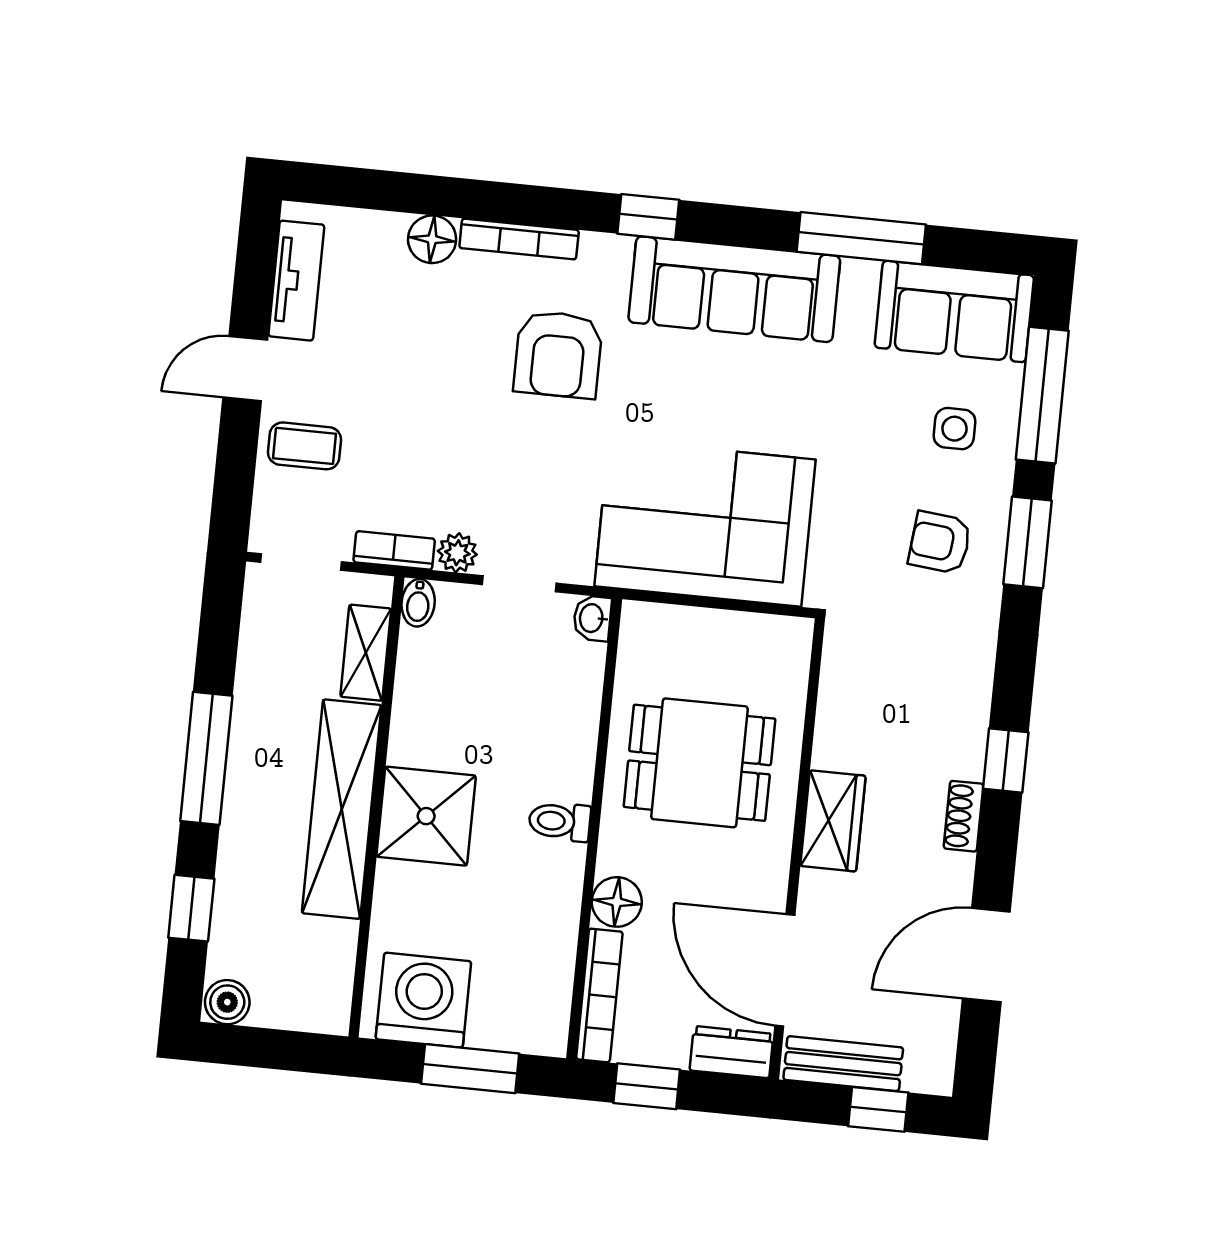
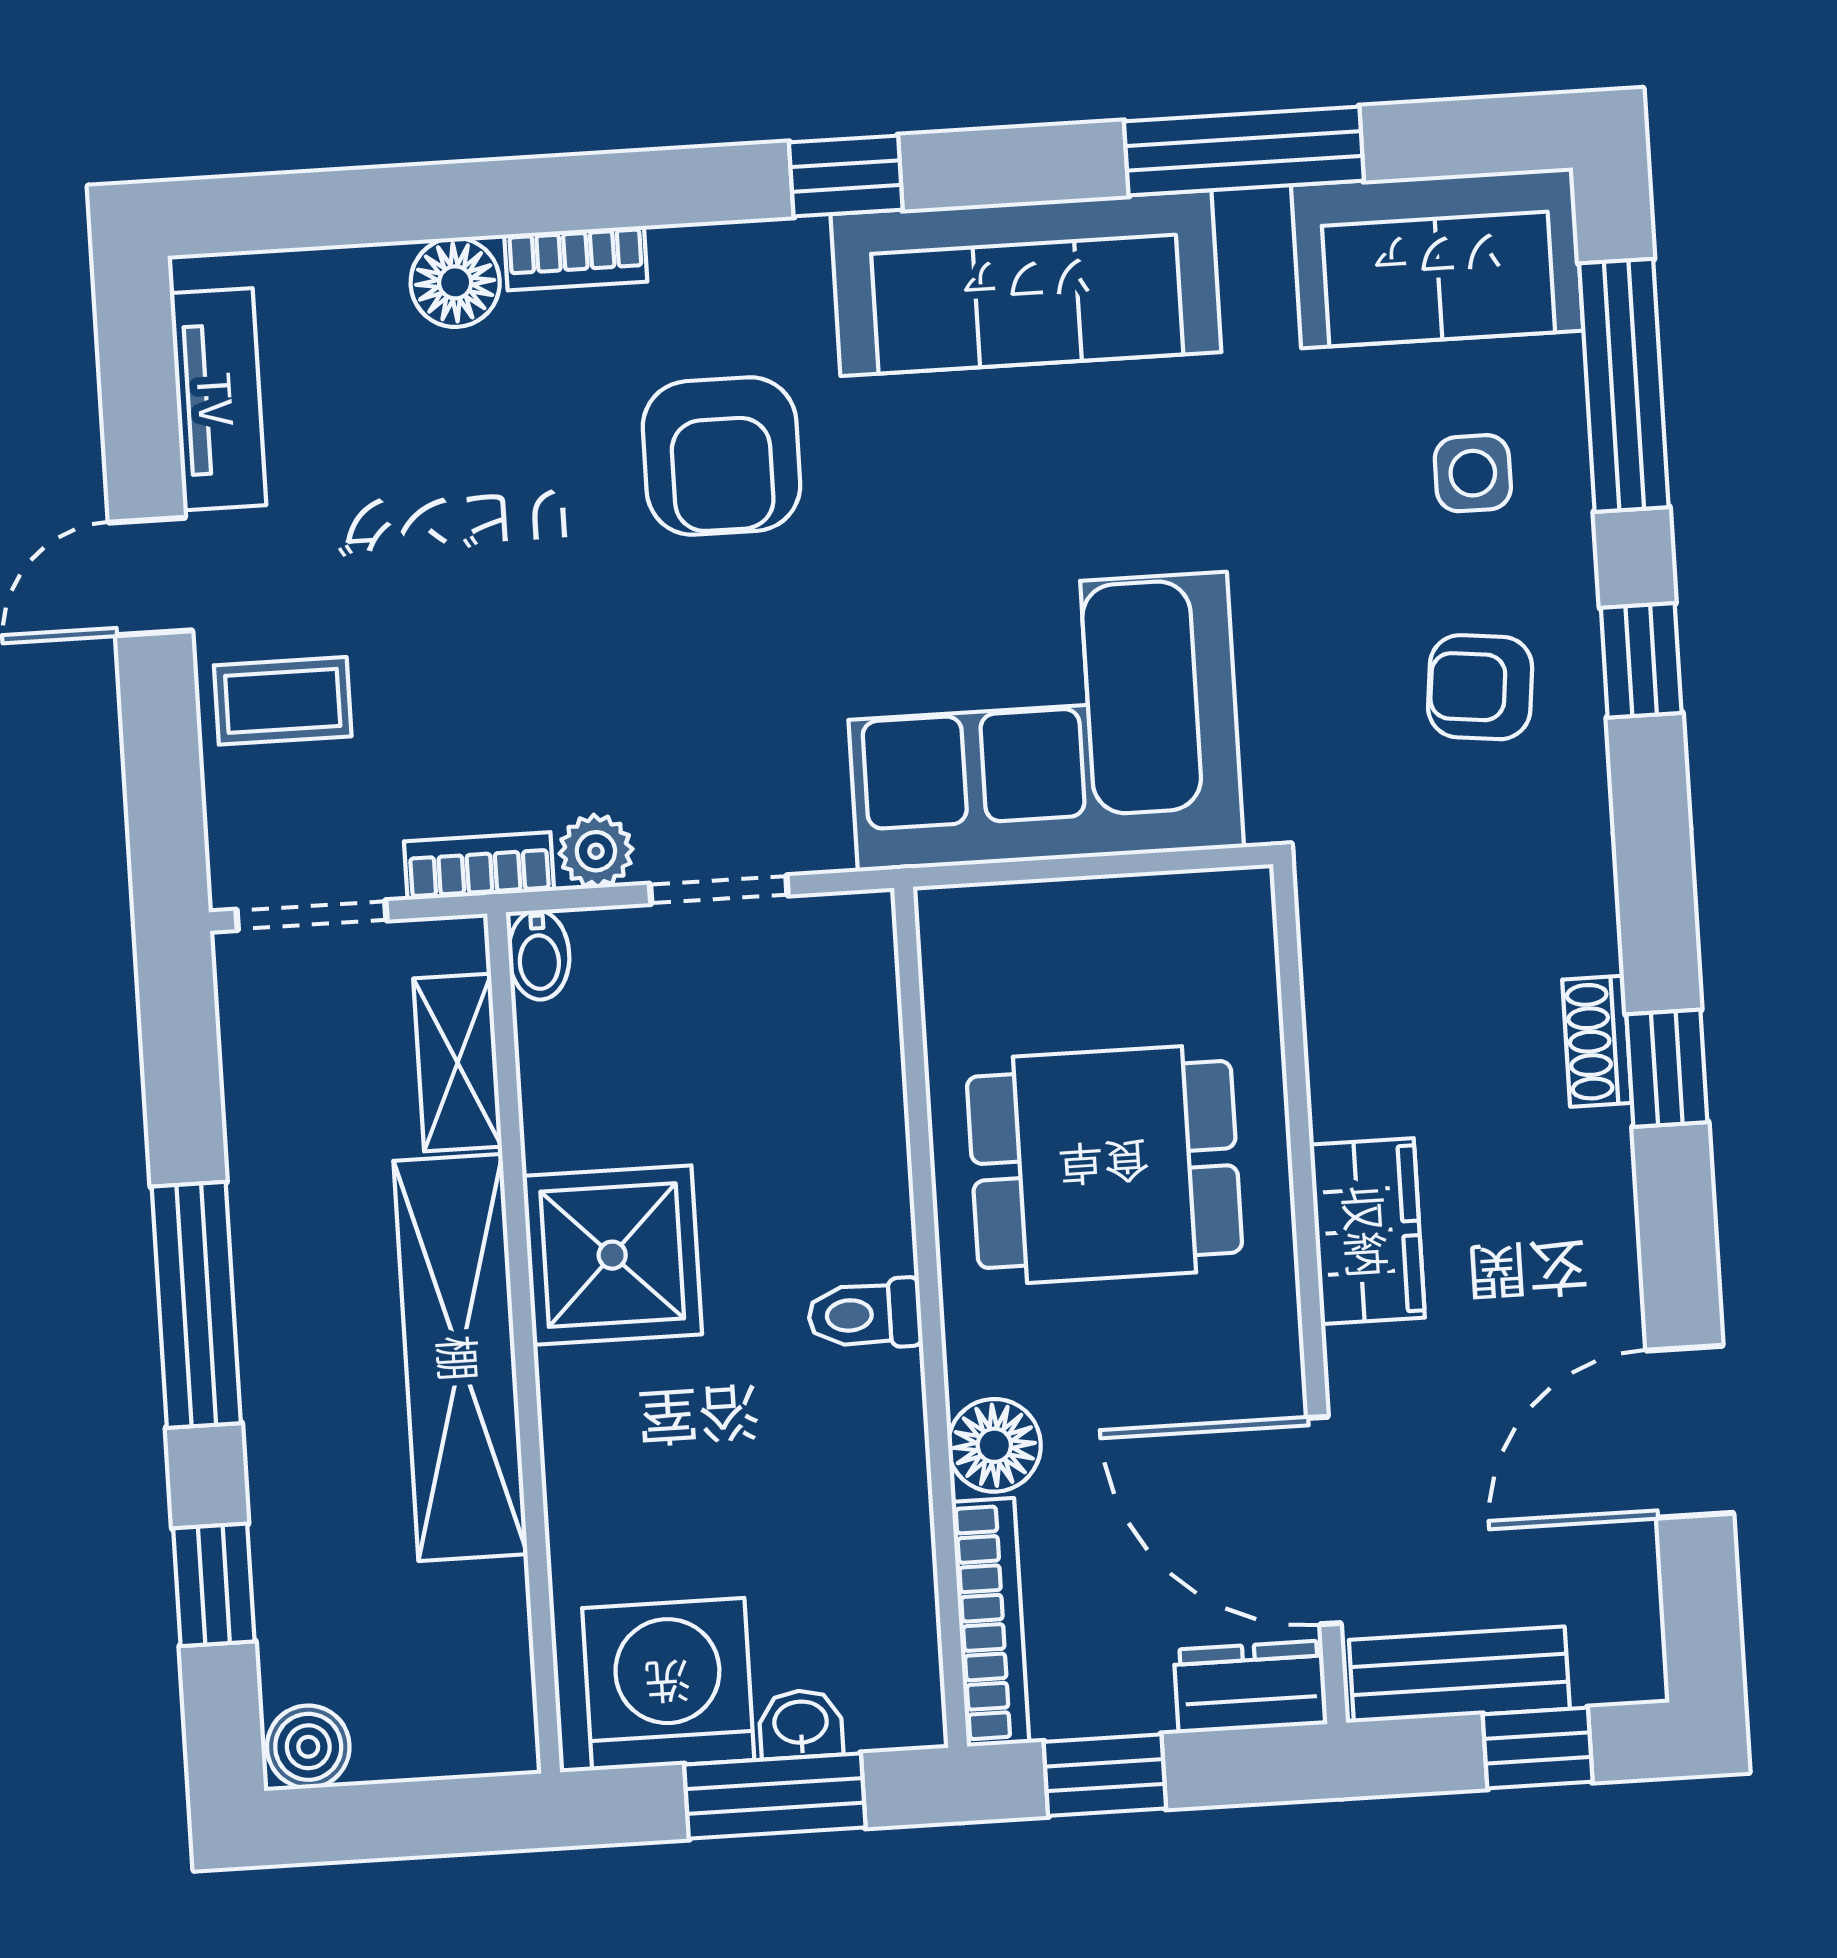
bookcase: (519, 239) -> (576, 258), width x0.64
window: (1027, 542) -> (1641, 660), width x0.67
washbasin: (592, 618) -> (801, 1724), moved, turned 90
shower: (426, 816) -> (612, 1255), moved
shoe rack: (963, 816) -> (1597, 1041), moved

